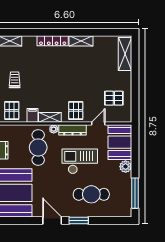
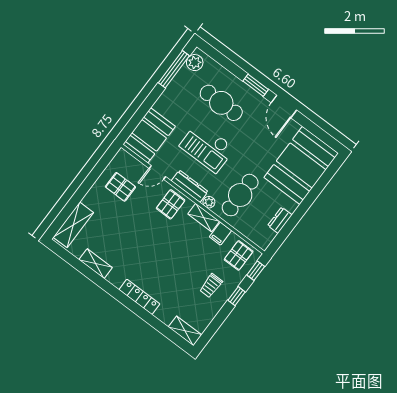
shelving: (81, 41) -> (96, 264), moved
plant: (126, 167) -> (195, 63), moved

